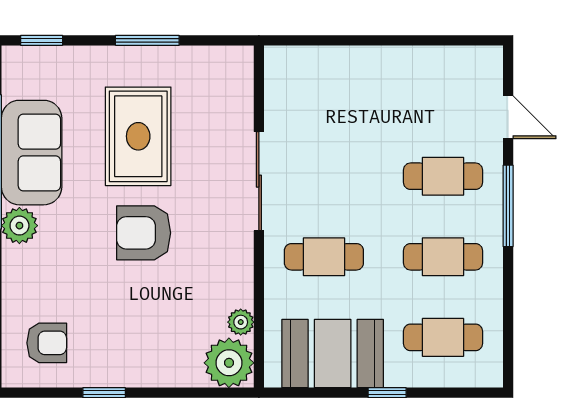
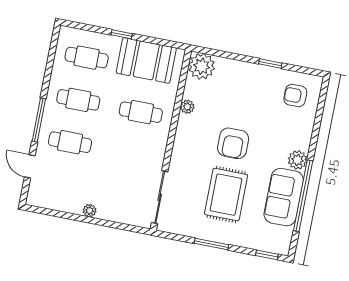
plant: (383, 58) -> (90, 211), added
sliding door: (259, 181) -> (160, 197), moved
armchair: (144, 233) -> (233, 143), turned 90
plant: (241, 322) -> (187, 107), moved

